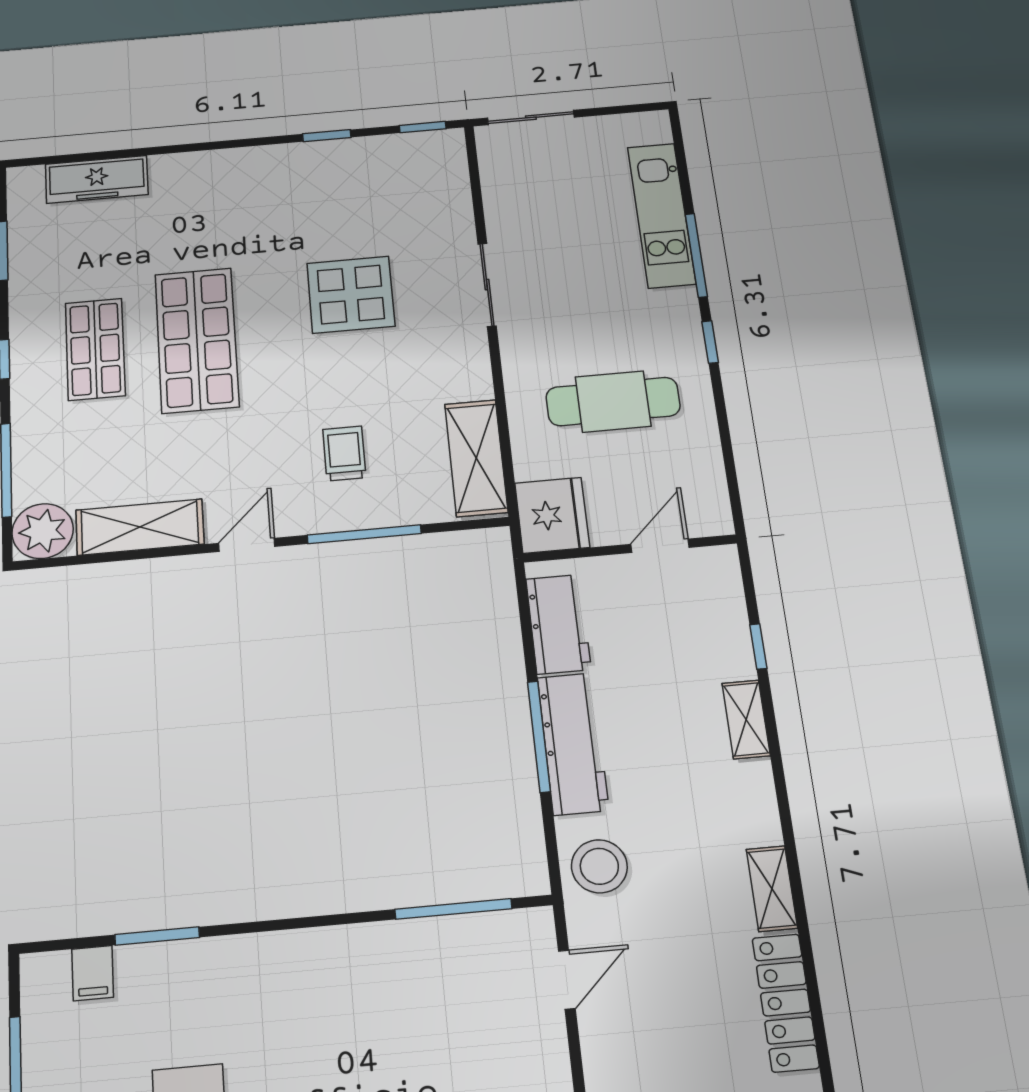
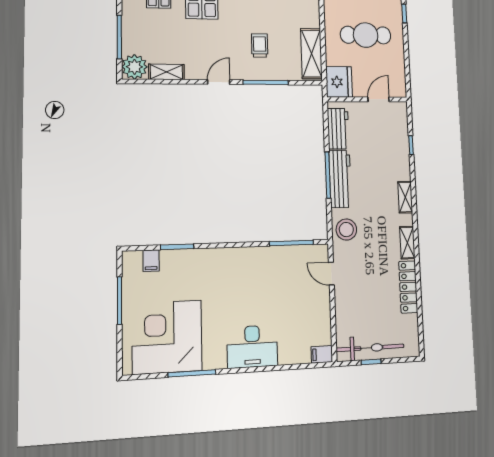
shelving: (140, 527) -> (166, 72), width x0.67, depth x0.75
shelving: (746, 719) -> (405, 197), moved
door: (567, 980) -> (331, 274), swing flipped

